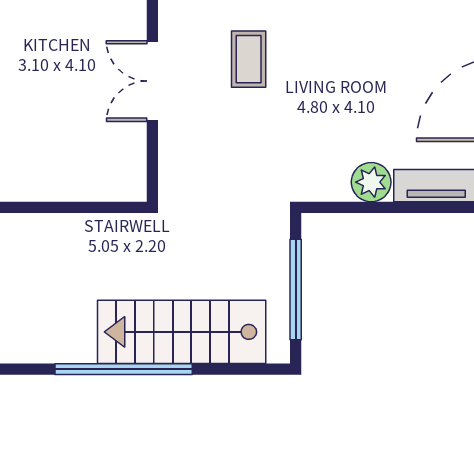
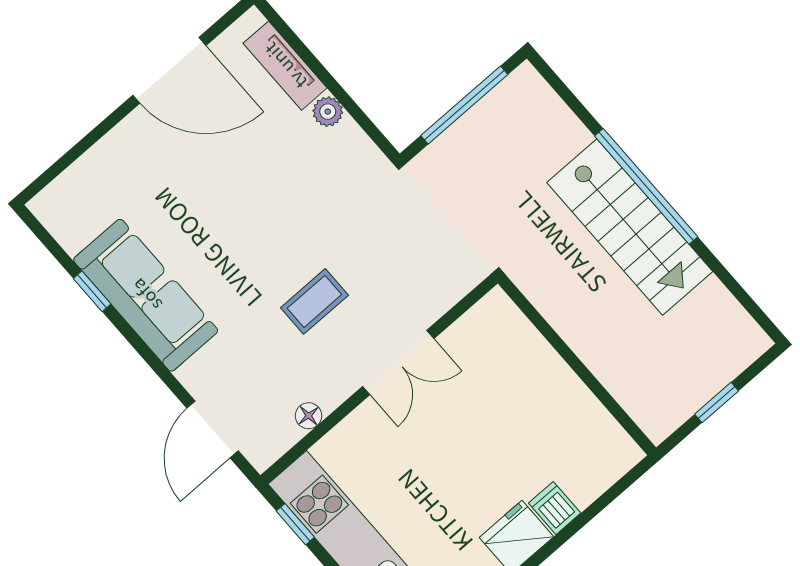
plant: (371, 182) -> (328, 112), width x0.73, depth x0.73
stairs: (182, 332) -> (630, 227), moved

